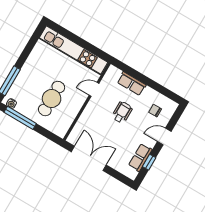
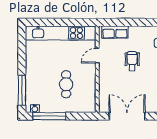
row of seats: (132, 84) -> (115, 32), moved
cafe table: (52, 99) -> (66, 84), width x0.73, depth x0.74

